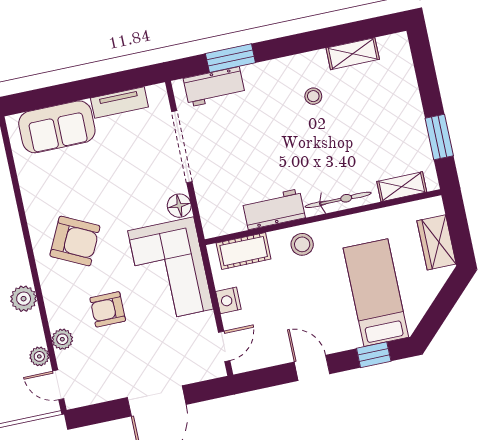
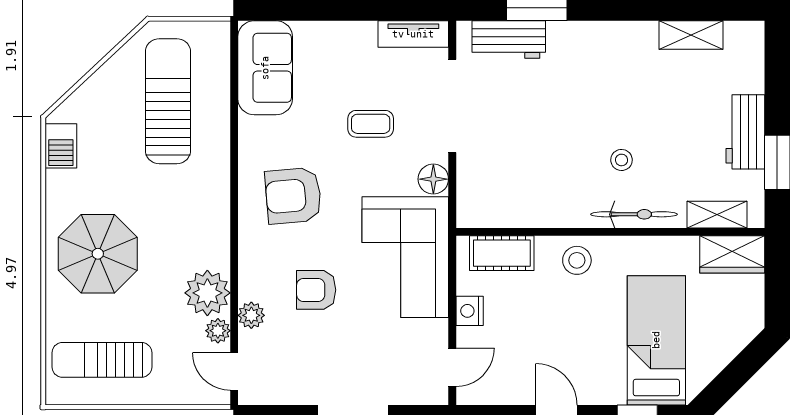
stool: (313, 96) -> (621, 160), moved
tv unit: (119, 103) -> (413, 34), moved
sofa: (57, 127) -> (265, 68), moved, turned -90
coffee table: (122, 174) -> (371, 124), added
workbench: (274, 209) -> (745, 132), moved, turned -90
armchair: (75, 241) -> (293, 196), turned 149
wardrobe: (437, 242) -> (732, 254), moved, turned -90
plant: (24, 299) -> (207, 293), moved, width x1.36, depth x1.36

